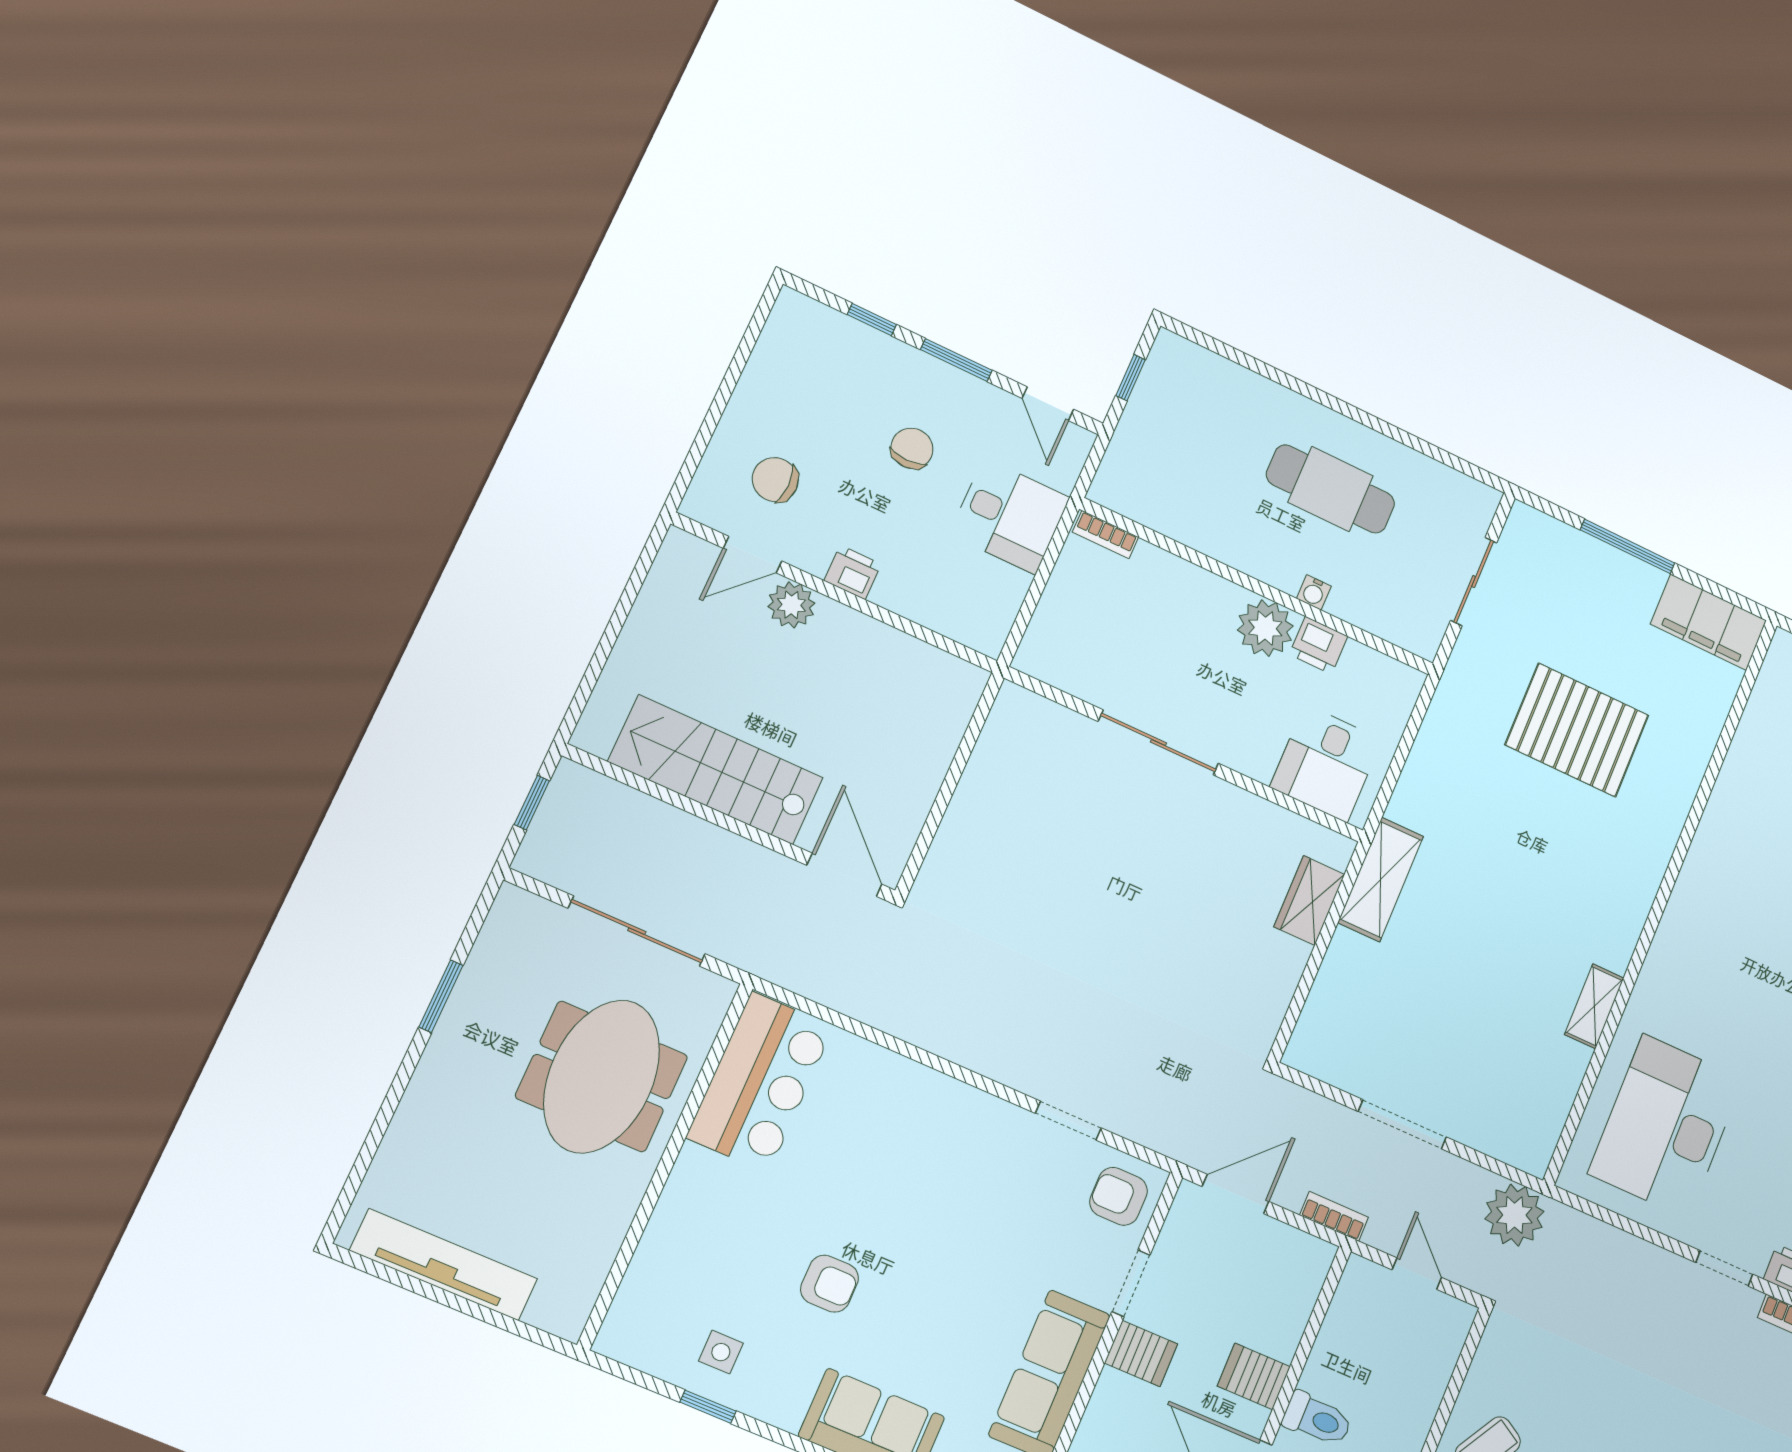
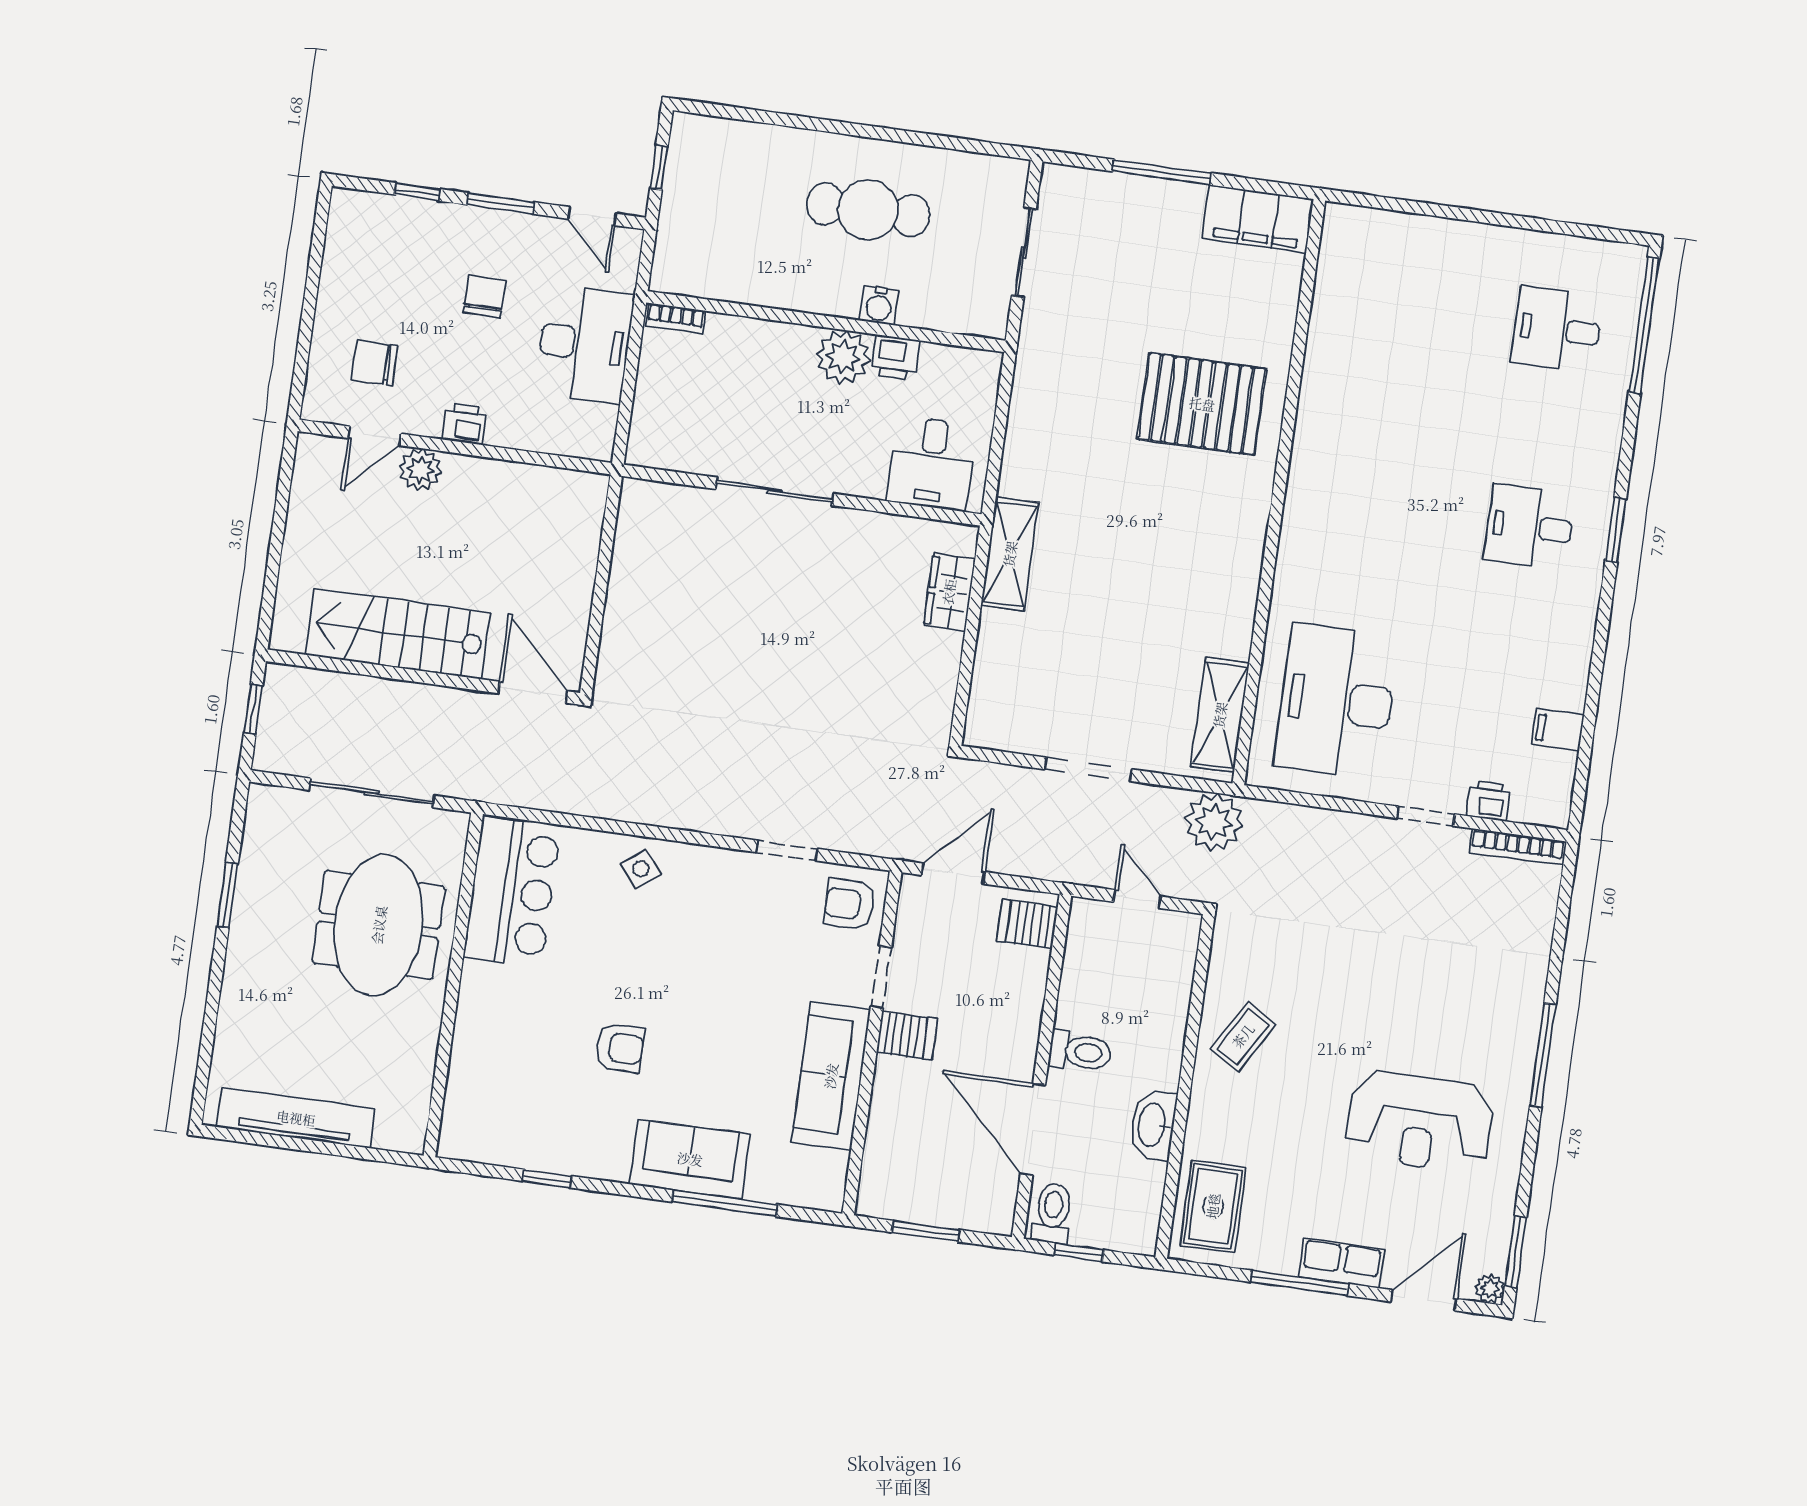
desk: (1010, 516) -> (585, 344), width x1.37
water cooler: (1314, 592) -> (879, 305), width x1.38, depth x1.38
pallet: (1577, 730) -> (1202, 404), moved
shelving: (1594, 1006) -> (1220, 715), moved, width x1.50, depth x1.33
bookcase: (1334, 1216) -> (1048, 869), removed
side table: (721, 1352) -> (641, 869), moved, turned -38
server rack: (1254, 1376) -> (1027, 924), moved

